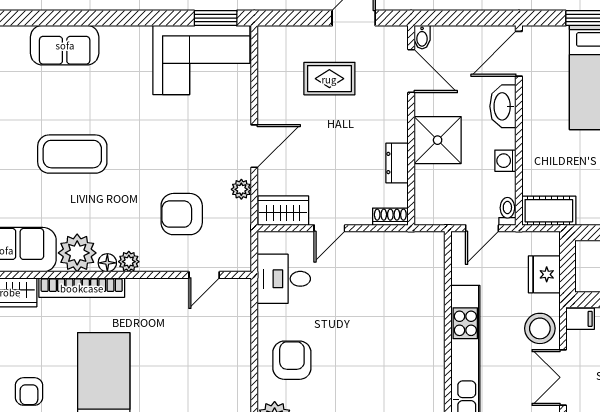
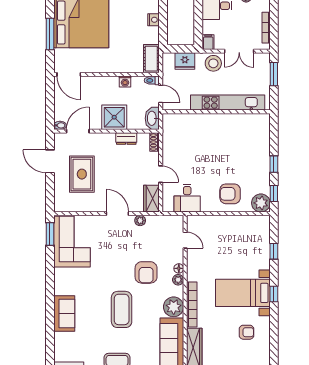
rug: (329, 79) -> (82, 174), width x1.36, depth x1.43
washbasin: (503, 106) -> (152, 118), moved, turned 90
armchair: (182, 214) -> (146, 272), moved
floor lamp: (107, 263) -> (179, 268), moved

